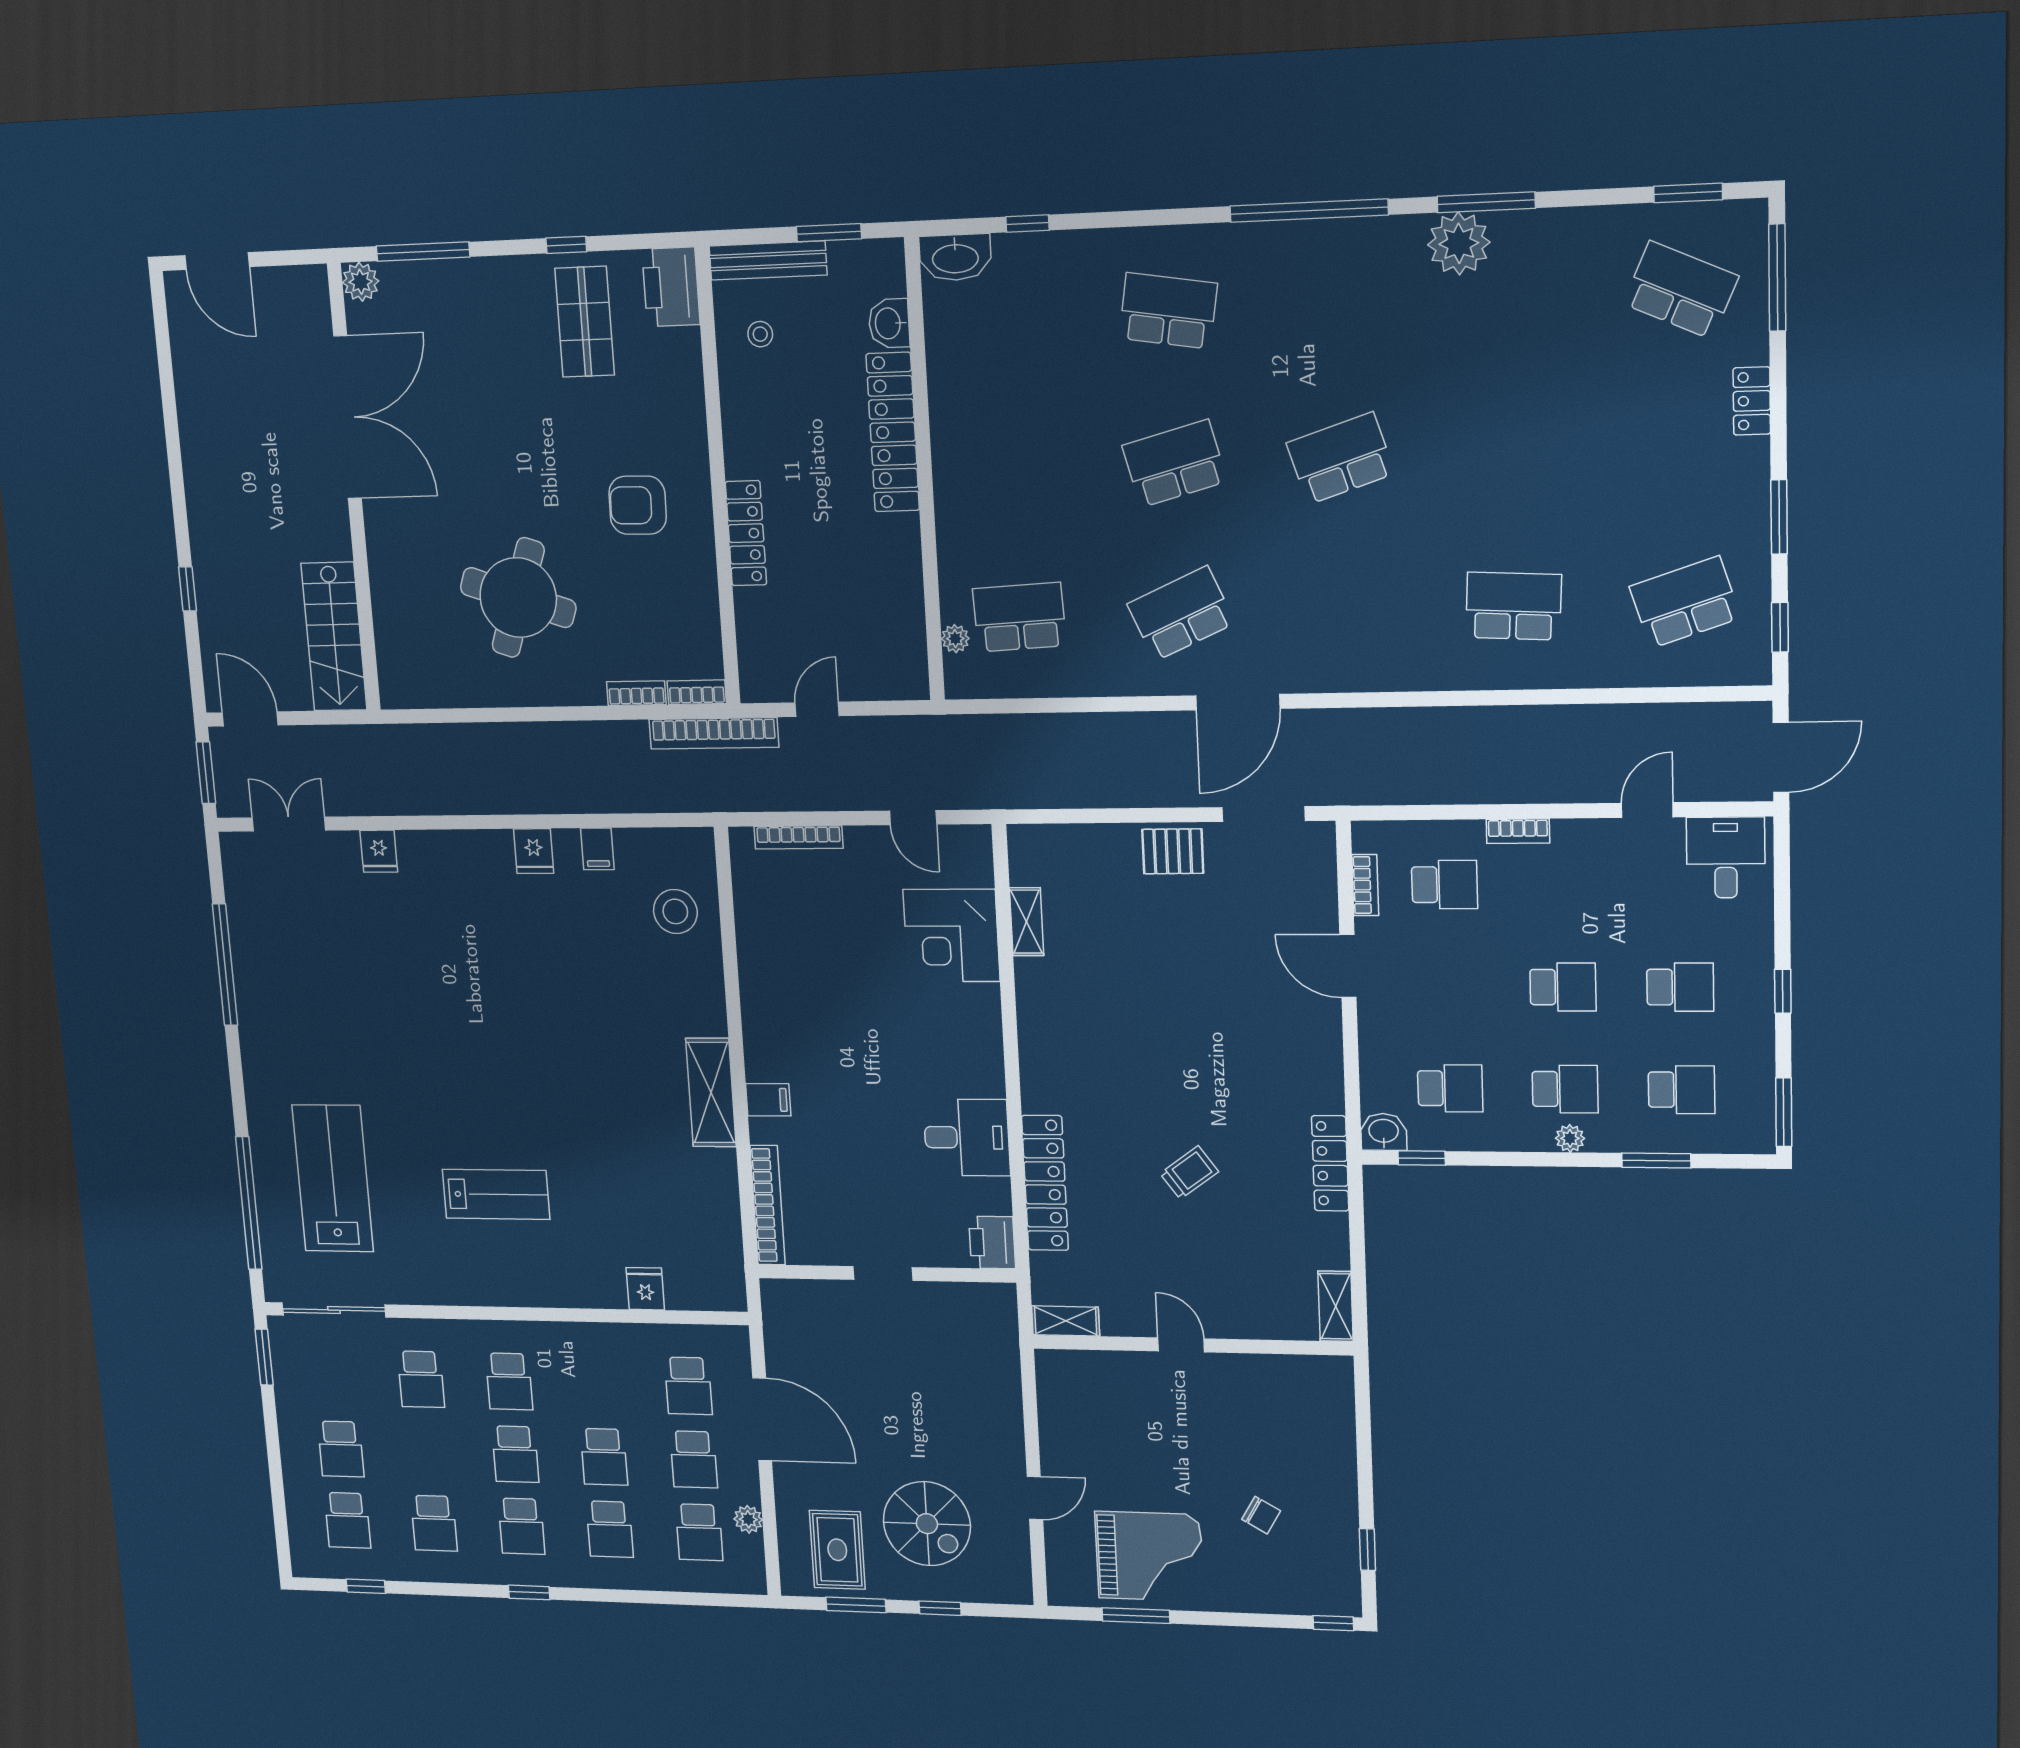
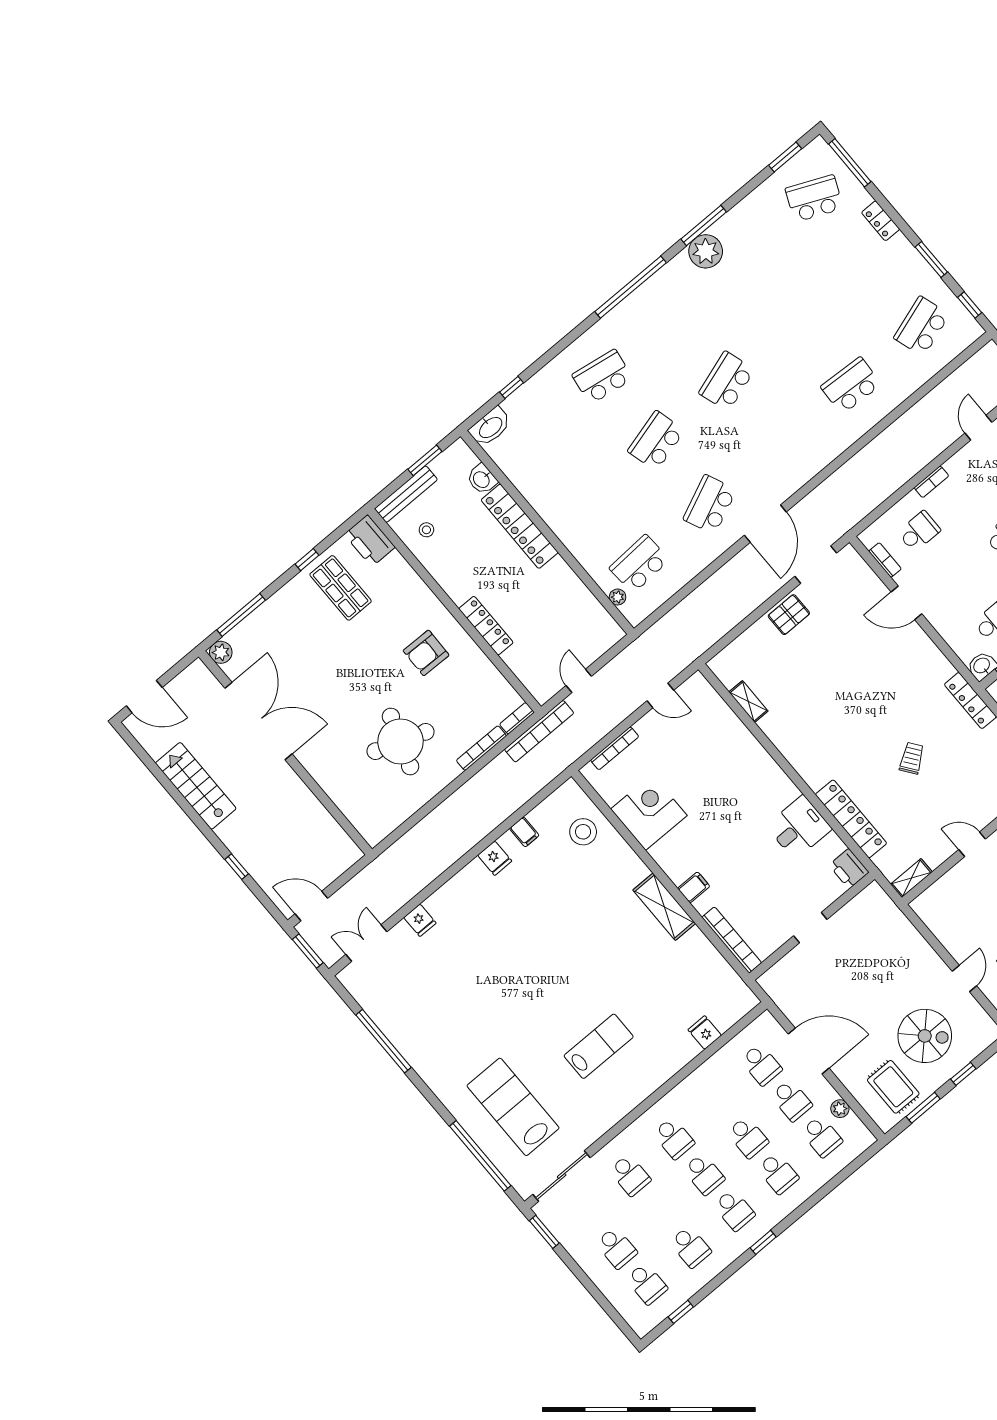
stairs: (334, 637) -> (196, 786), moved, turned 180
bookcase: (636, 693) -> (481, 748), width x1.56
corner desk: (951, 935) -> (649, 812), moved, turned 180

